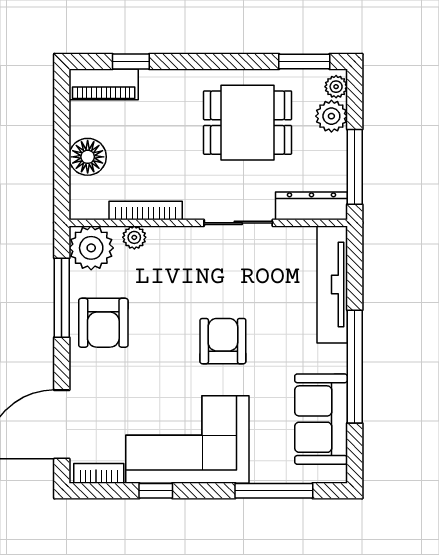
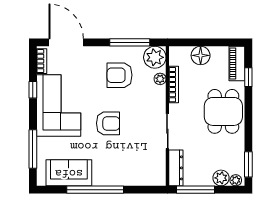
dining table: (248, 123) -> (223, 111), moved
tv unit: (332, 284) -> (136, 178), removed
armchair: (103, 323) -> (120, 75), moved

